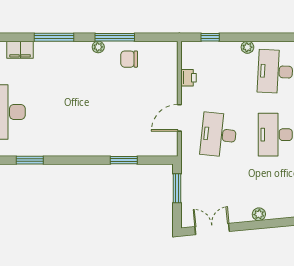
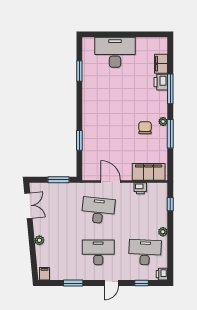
printer: (45, 50) -> (161, 82), added
chair: (129, 59) -> (145, 128), moved
filing cabinet: (166, 67) -> (149, 172), added

